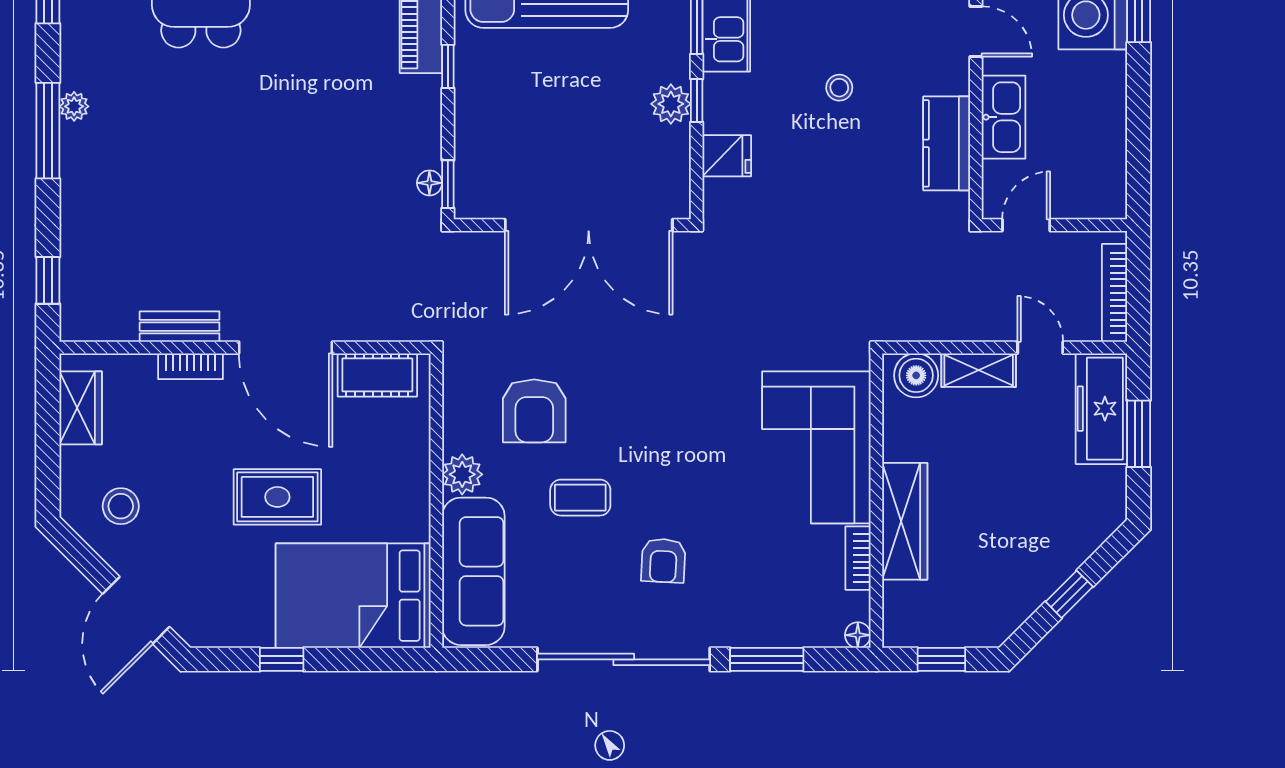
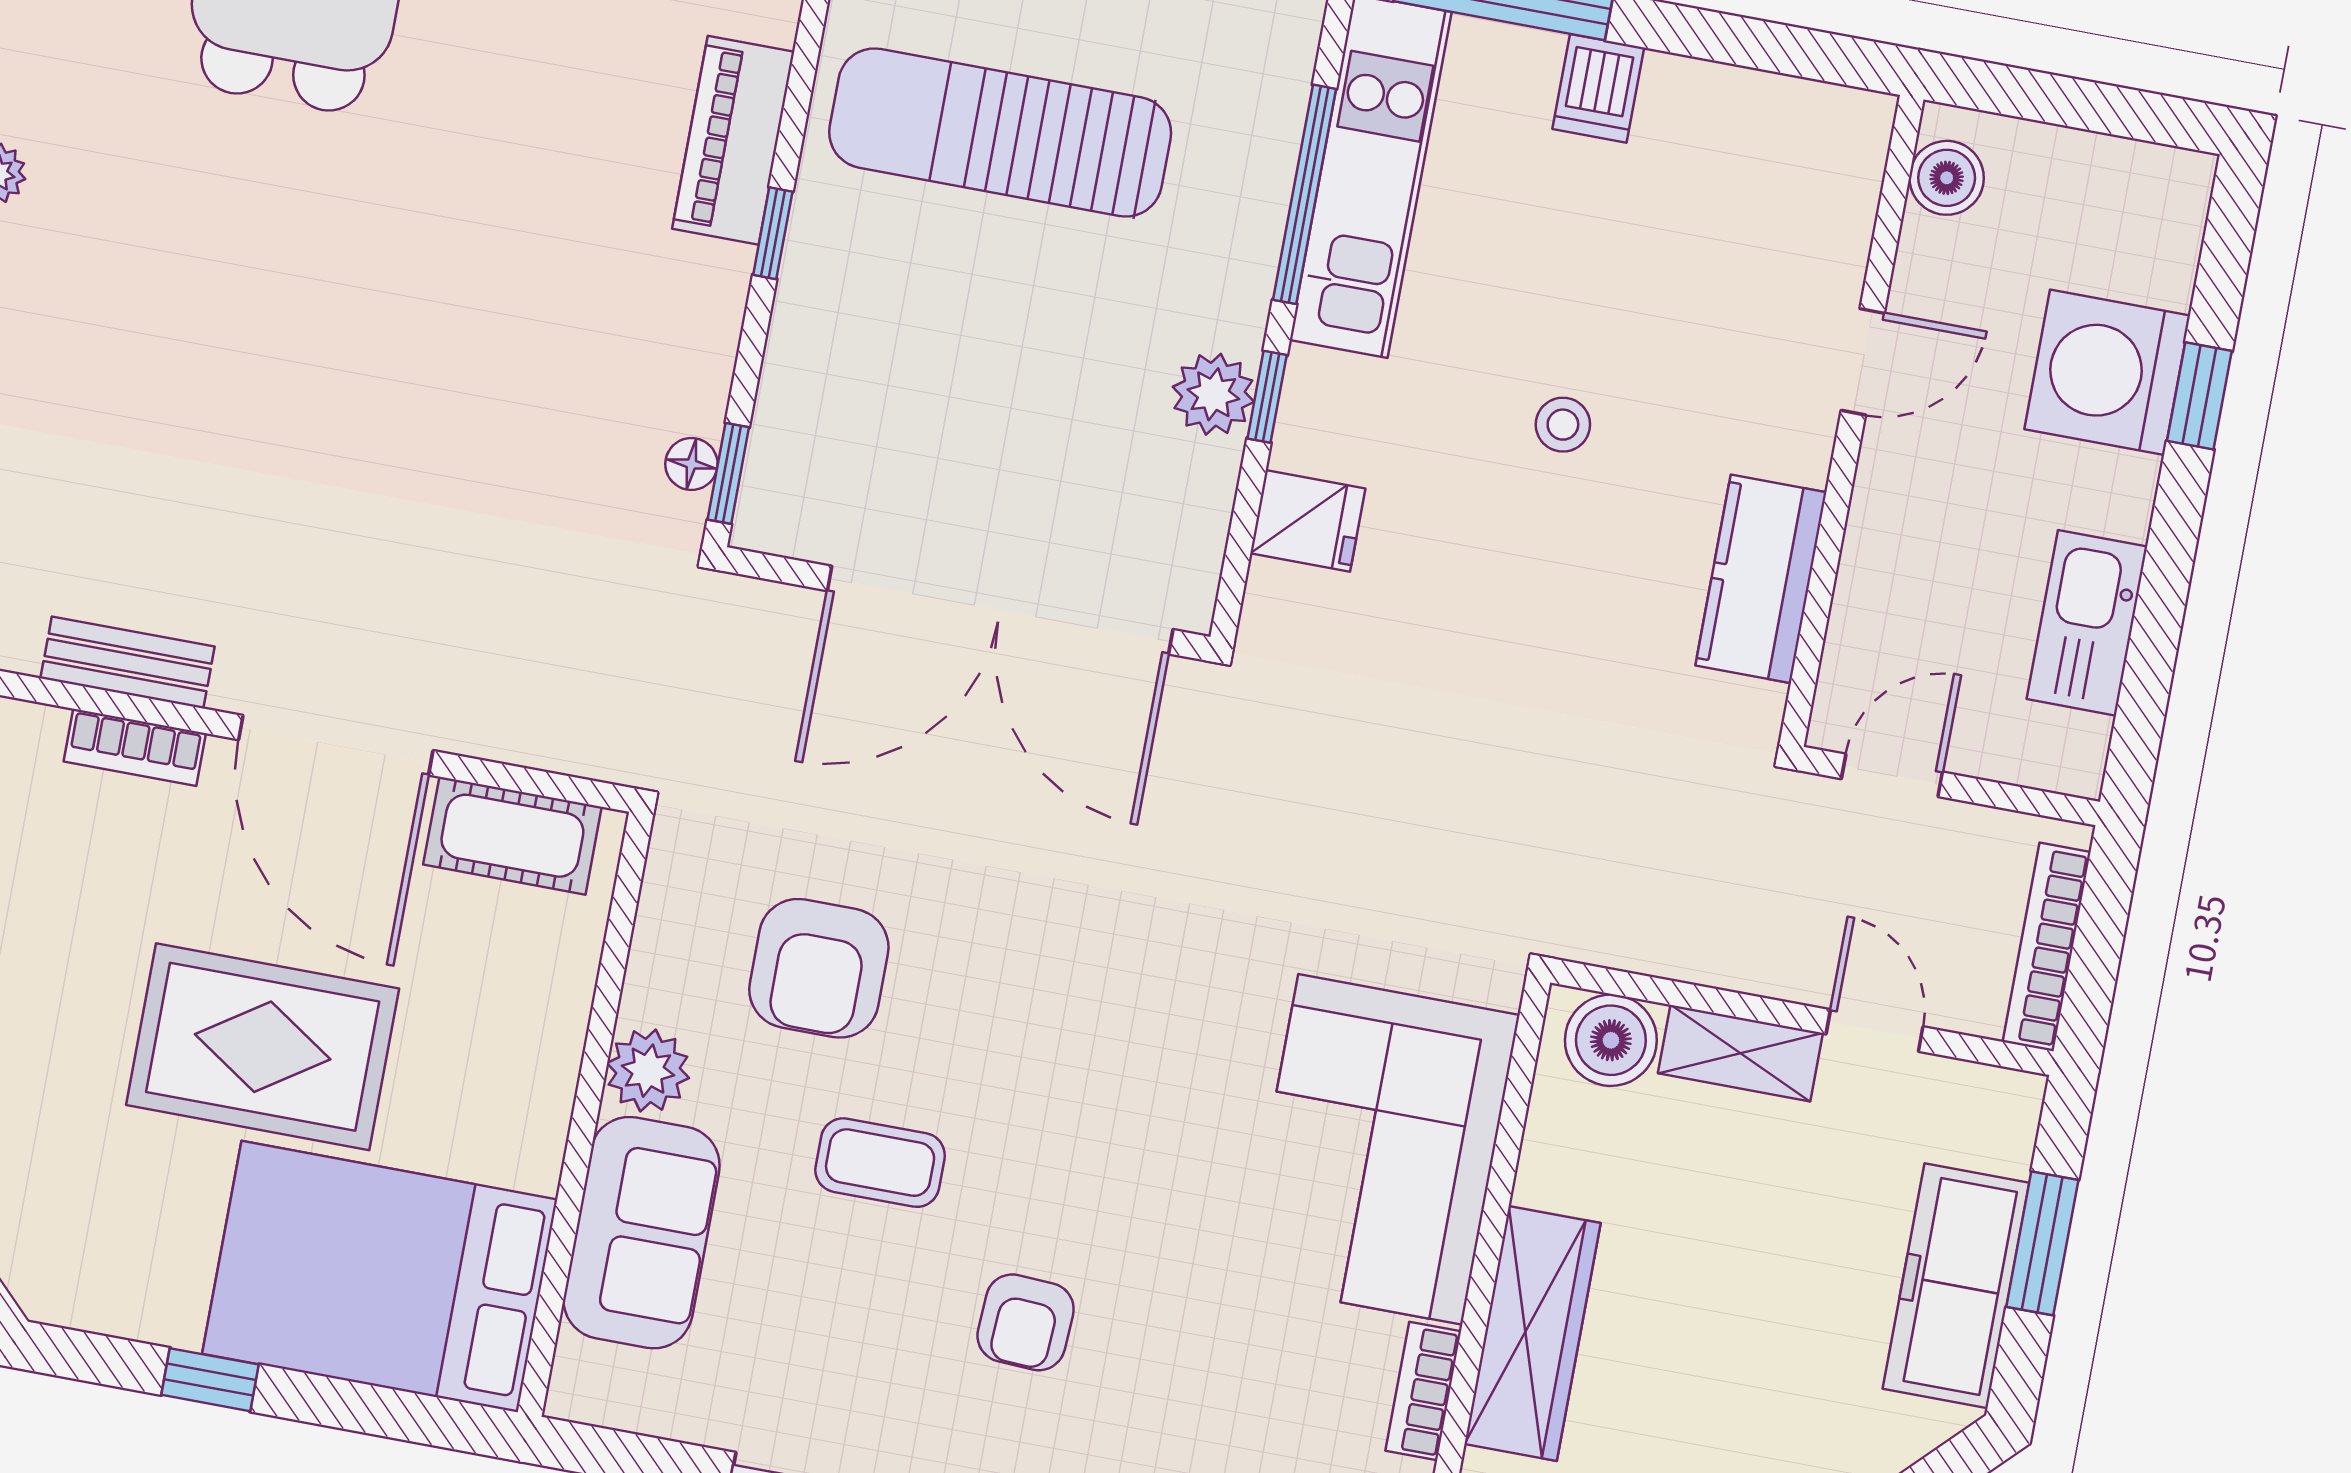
door: (976, 32) -> (1863, 362), hinge flipped
kitchen sink: (1004, 117) -> (2087, 623), moved, turned 180
freezer: (1101, 409) -> (1956, 1286), moved
rug: (277, 497) -> (263, 1047), width x1.36, depth x1.43
sofa: (473, 571) -> (642, 1233), width x0.73

